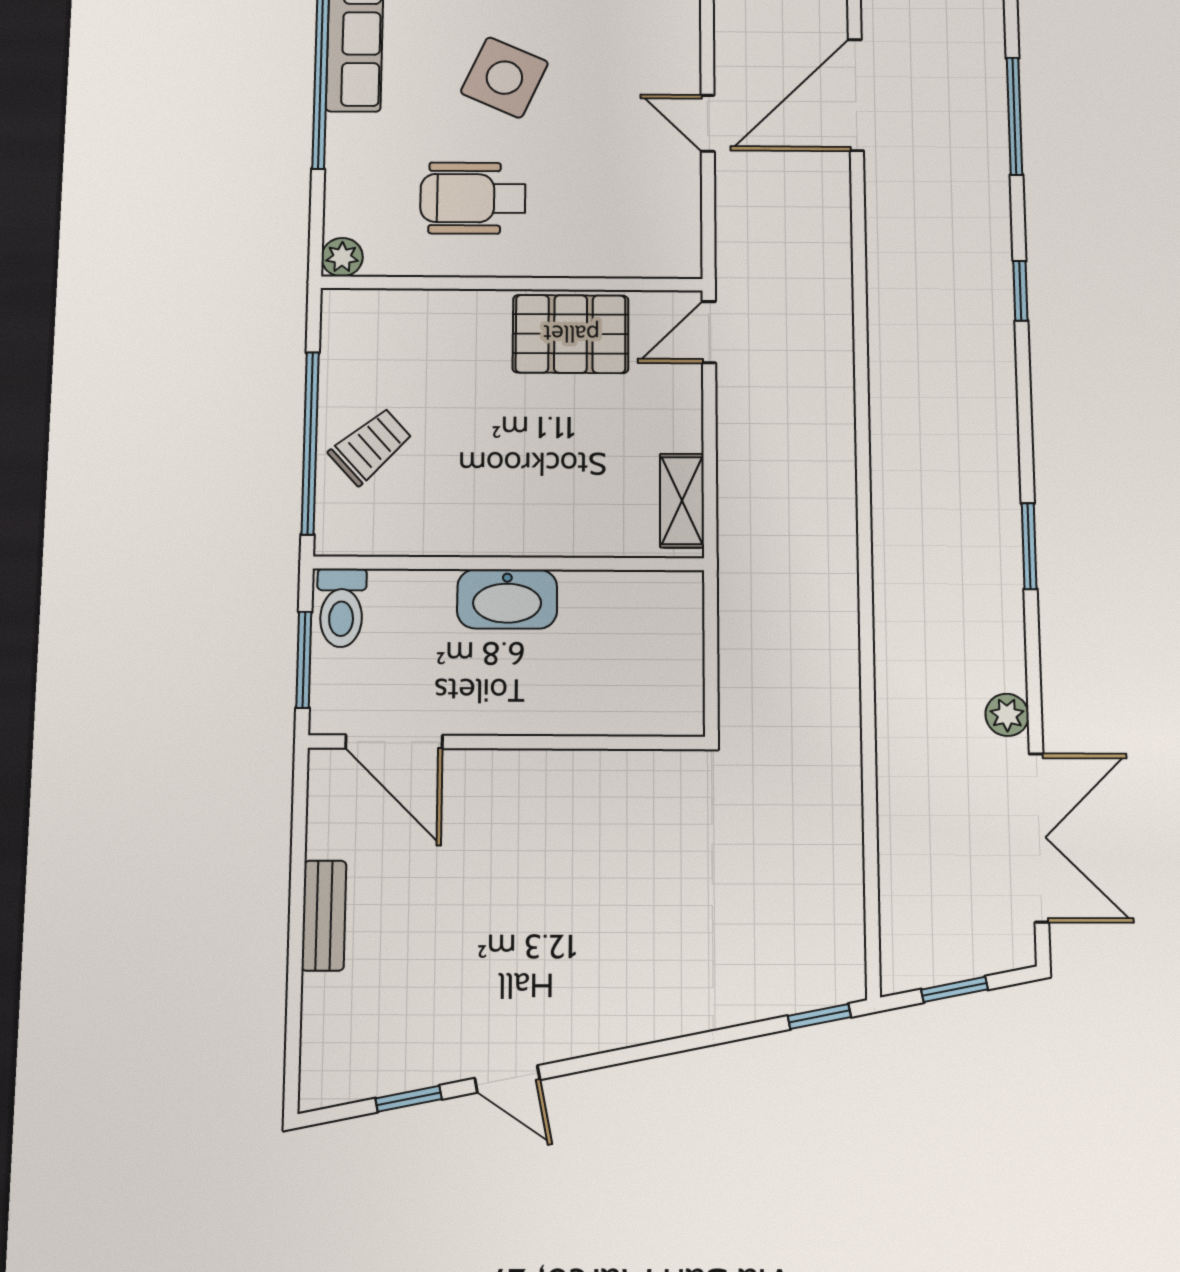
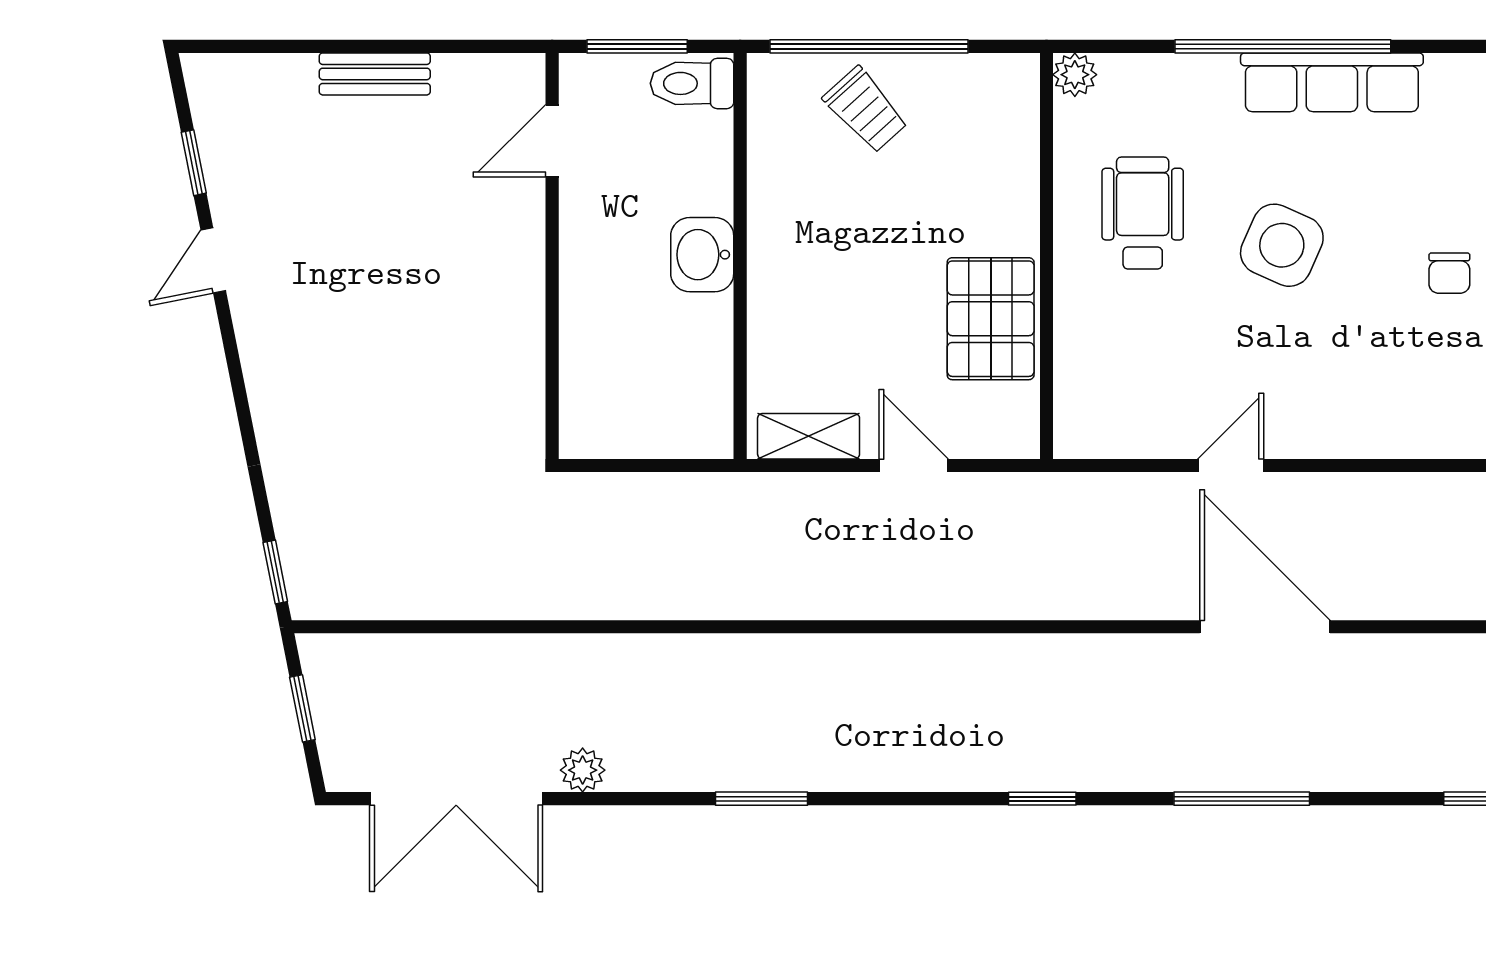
door: (709, 332) -> (914, 466), moved
washbasin: (507, 599) -> (702, 255), width x0.72
door: (394, 742) -> (552, 141), width x0.73

